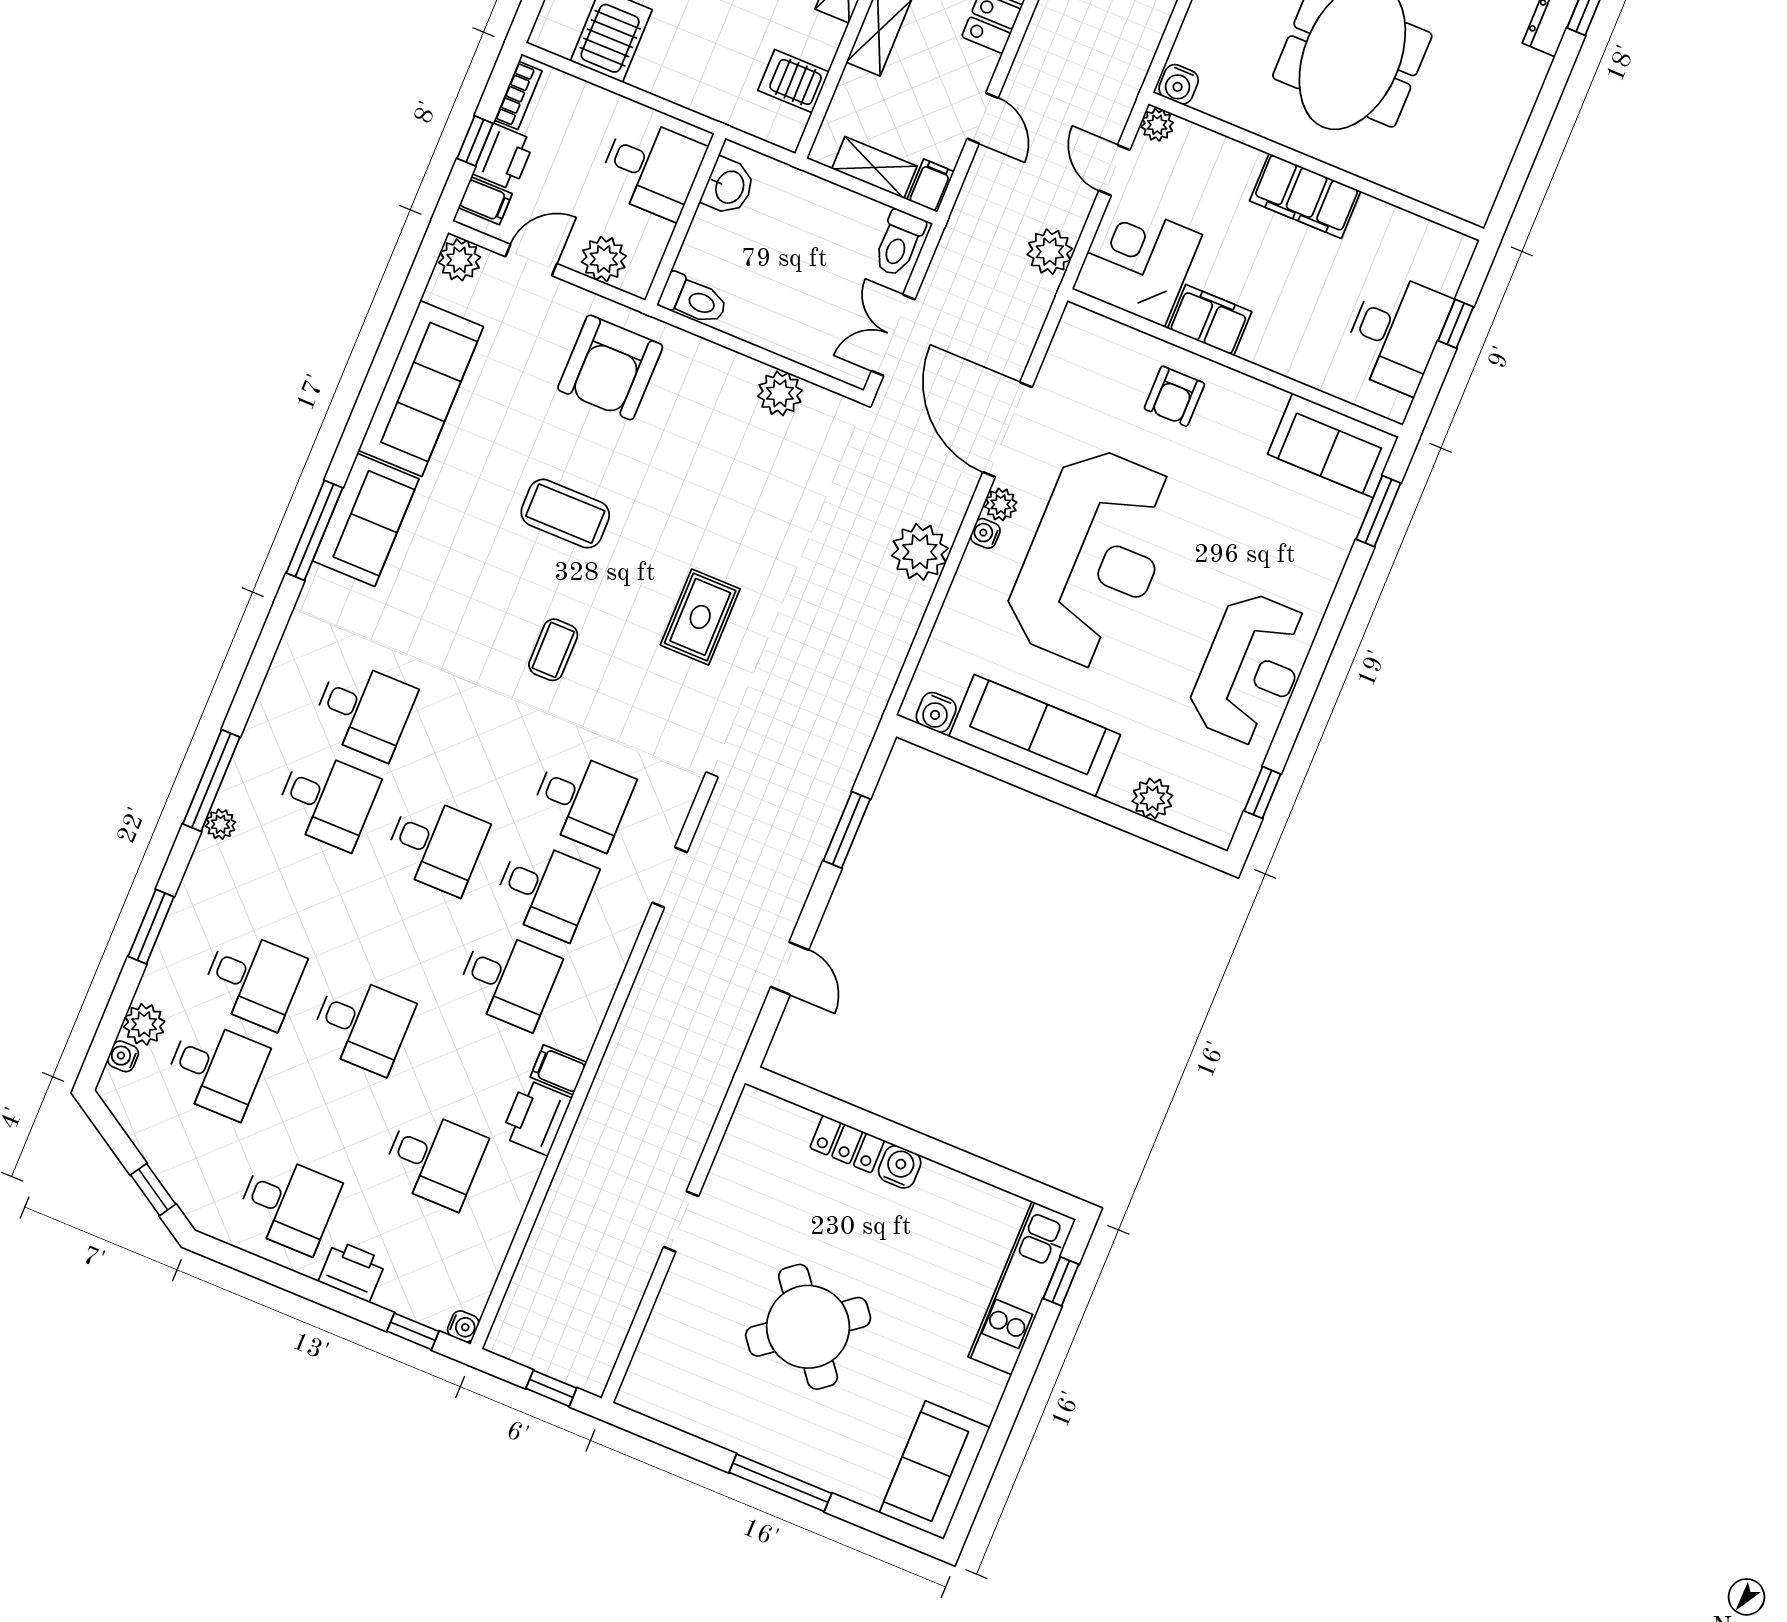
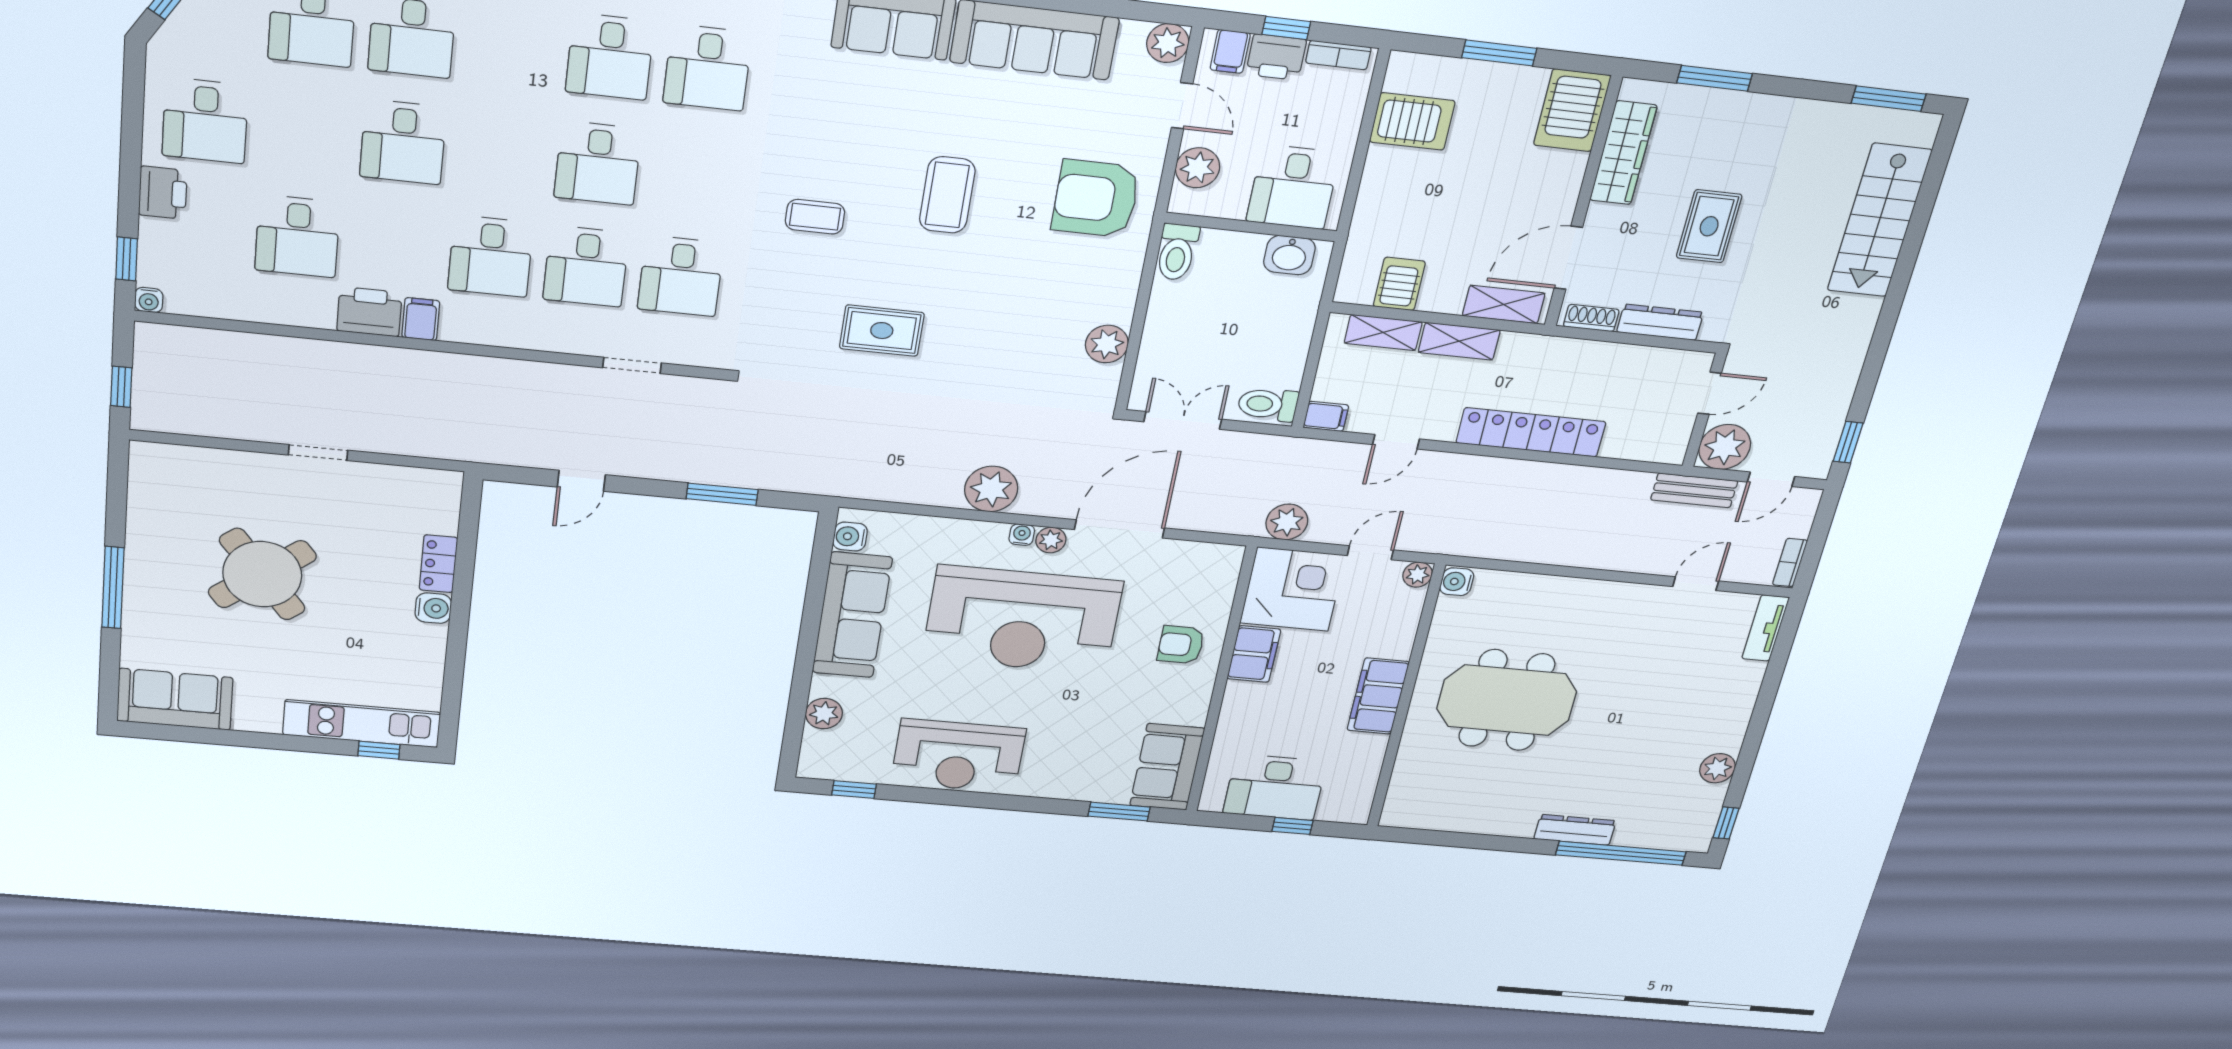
shelving: (874, 167) -> (1383, 332), moved, turned 90

